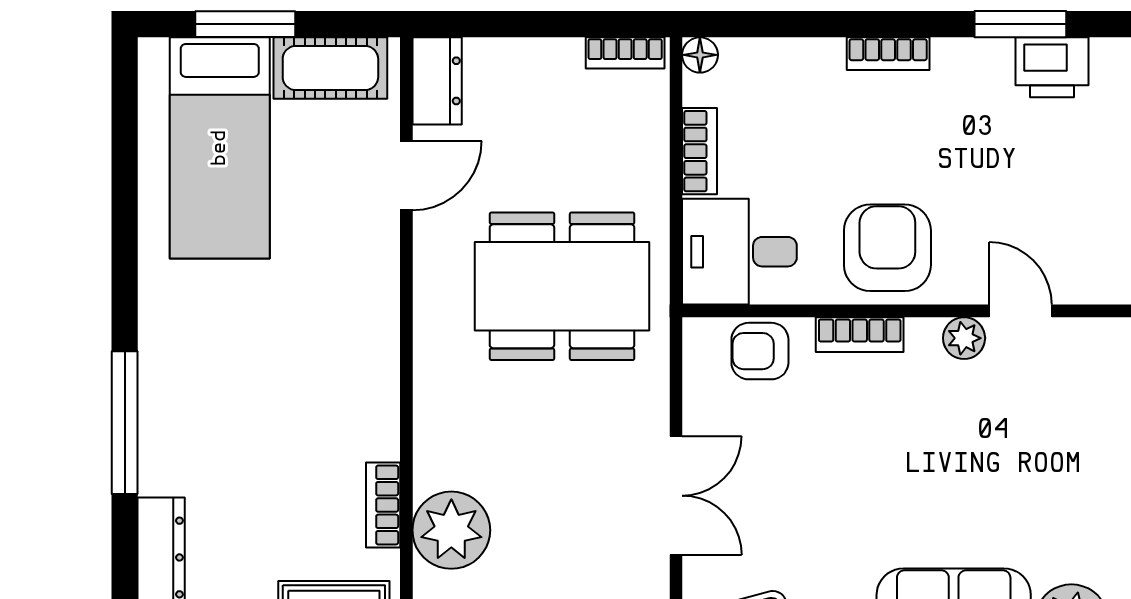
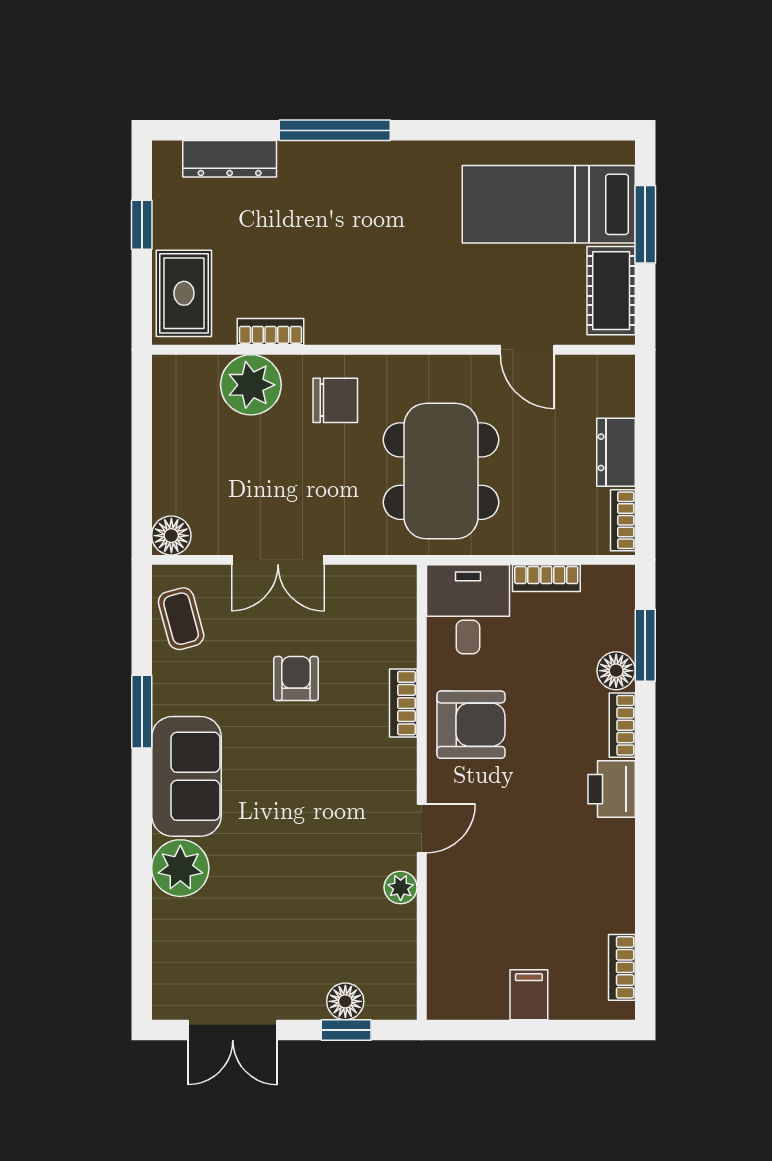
window: (1020, 24) -> (645, 645), moved
floor lamp: (700, 55) -> (616, 671), moved, width x1.37, depth x1.37
printer: (1052, 67) -> (612, 789), moved
dresser: (437, 81) -> (616, 452), moved, turned 90
plant: (964, 338) -> (401, 888), moved
armchair: (760, 351) -> (296, 678), moved
chair: (471, 422) -> (335, 400), added

